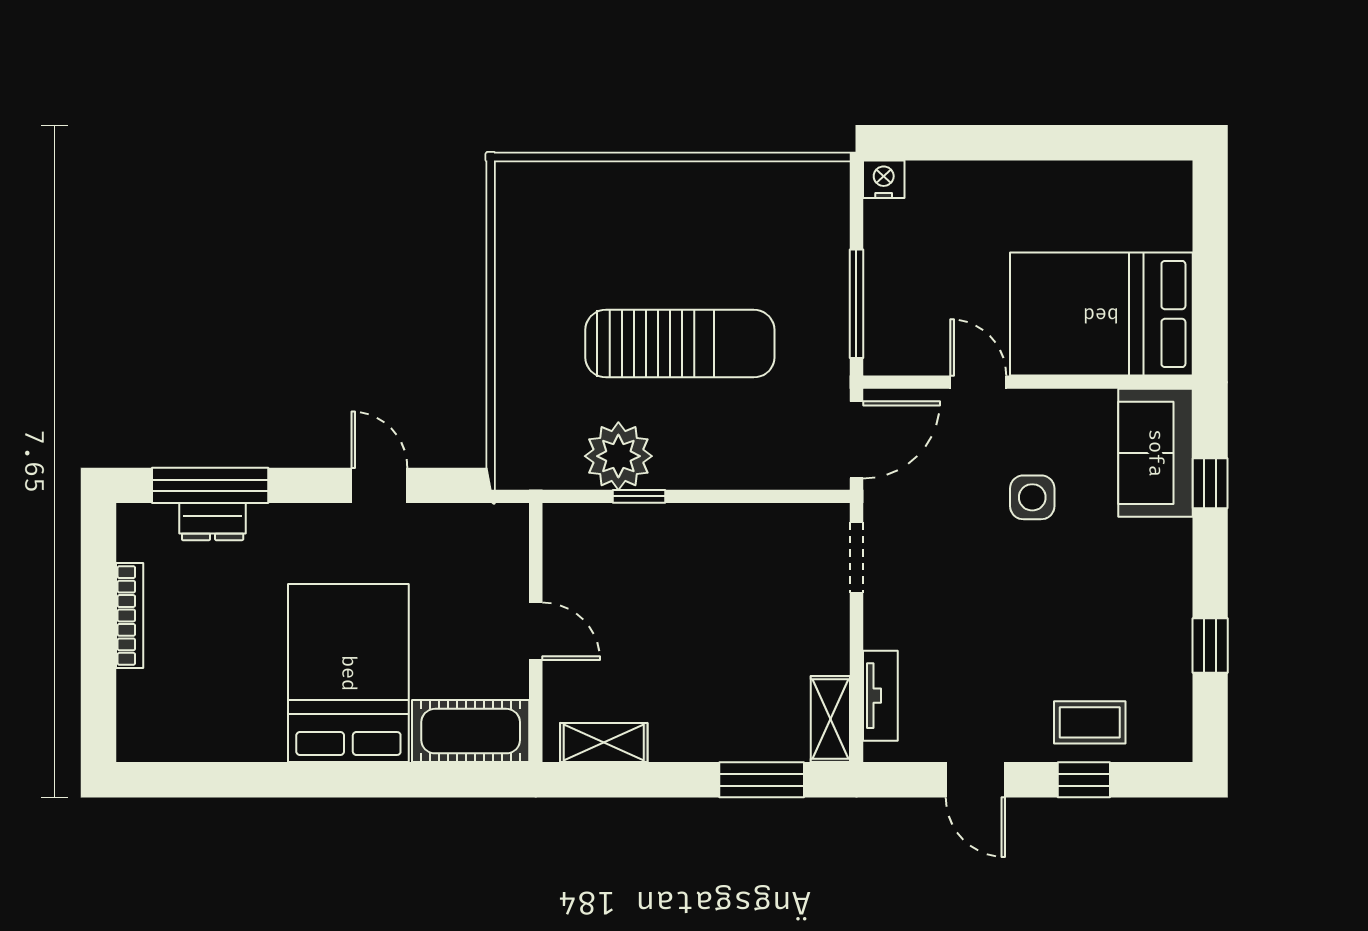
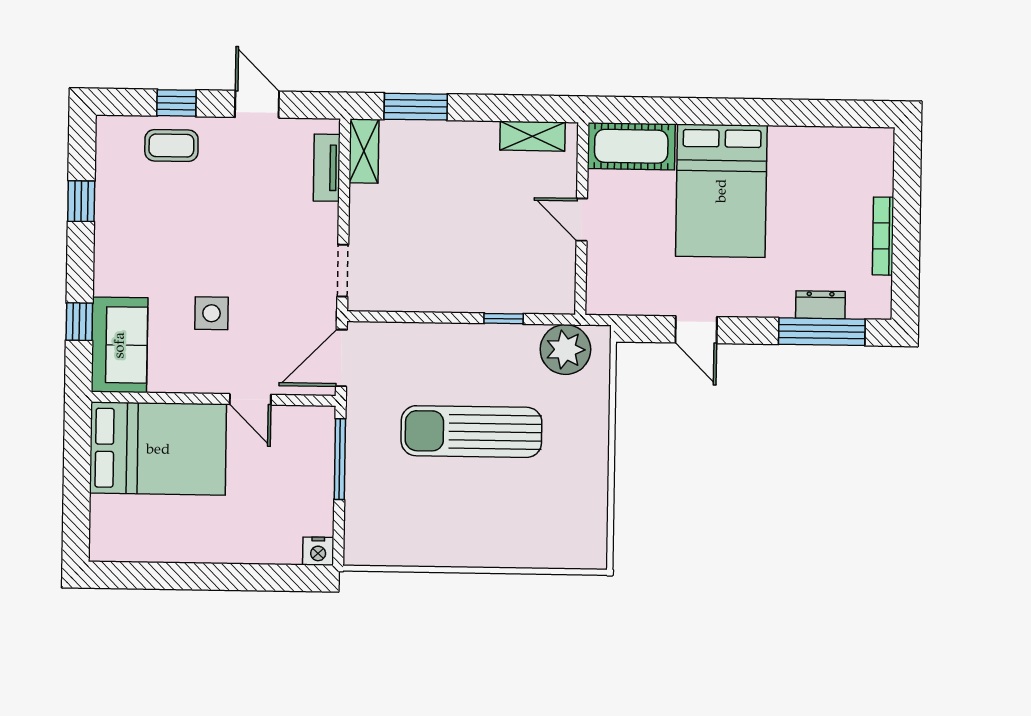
plant: (618, 456) -> (565, 350), moved

